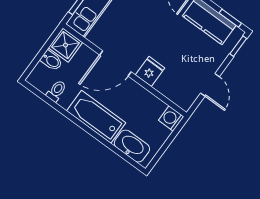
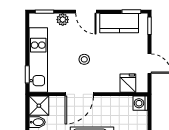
stool: (146, 32) -> (84, 59), added
fridge: (150, 71) -> (128, 83), moved

